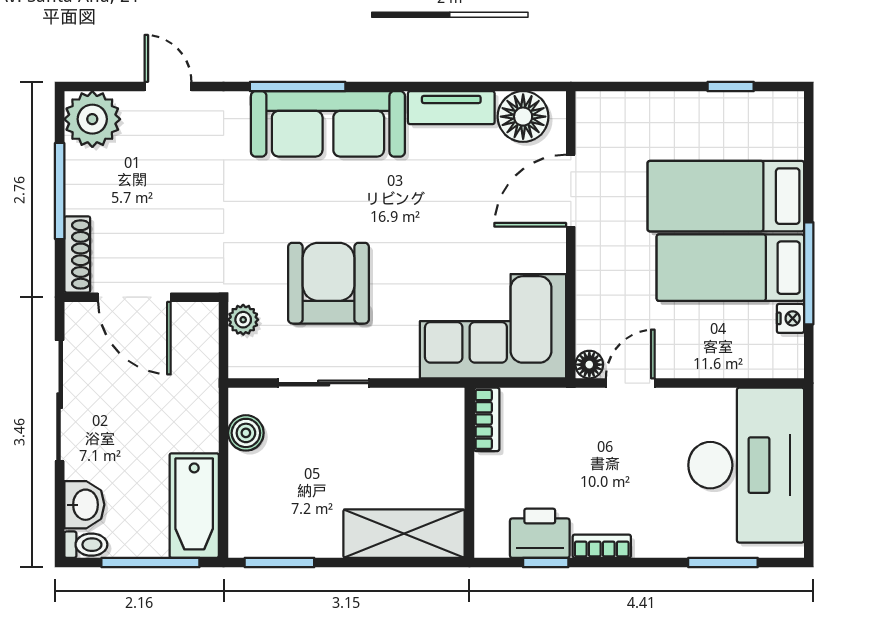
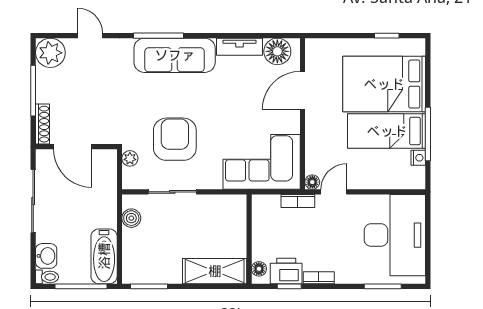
bed: (726, 196) -> (384, 84), width x1.50
bookcase: (487, 419) -> (298, 201), moved, turned 90
floor lamp: (488, 529) -> (259, 269), added

